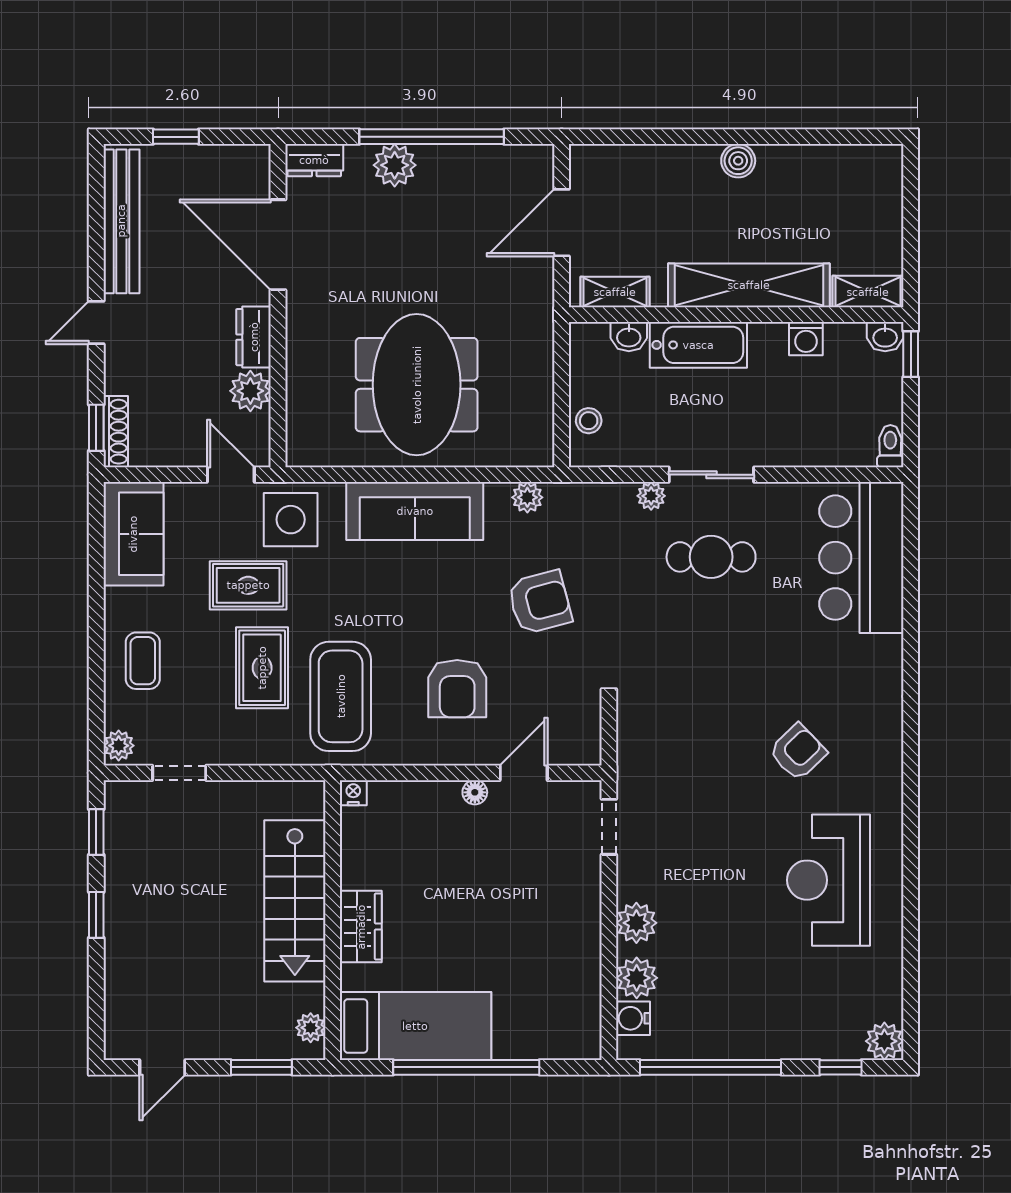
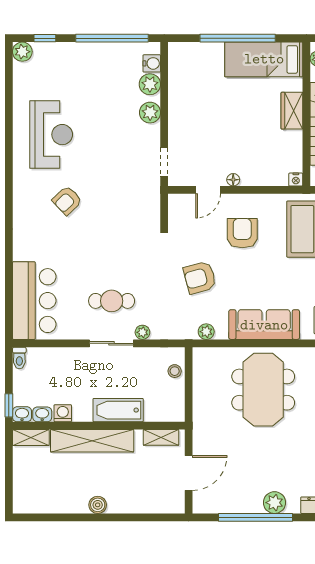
washbasin: (629, 337) -> (42, 414), moved

